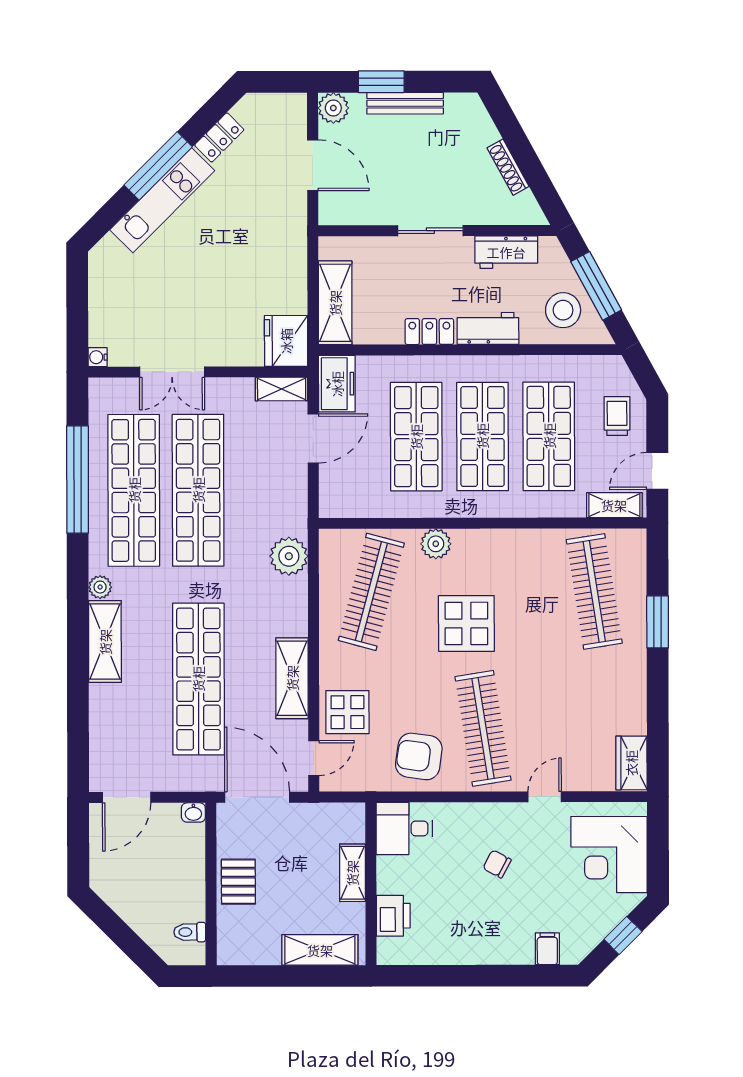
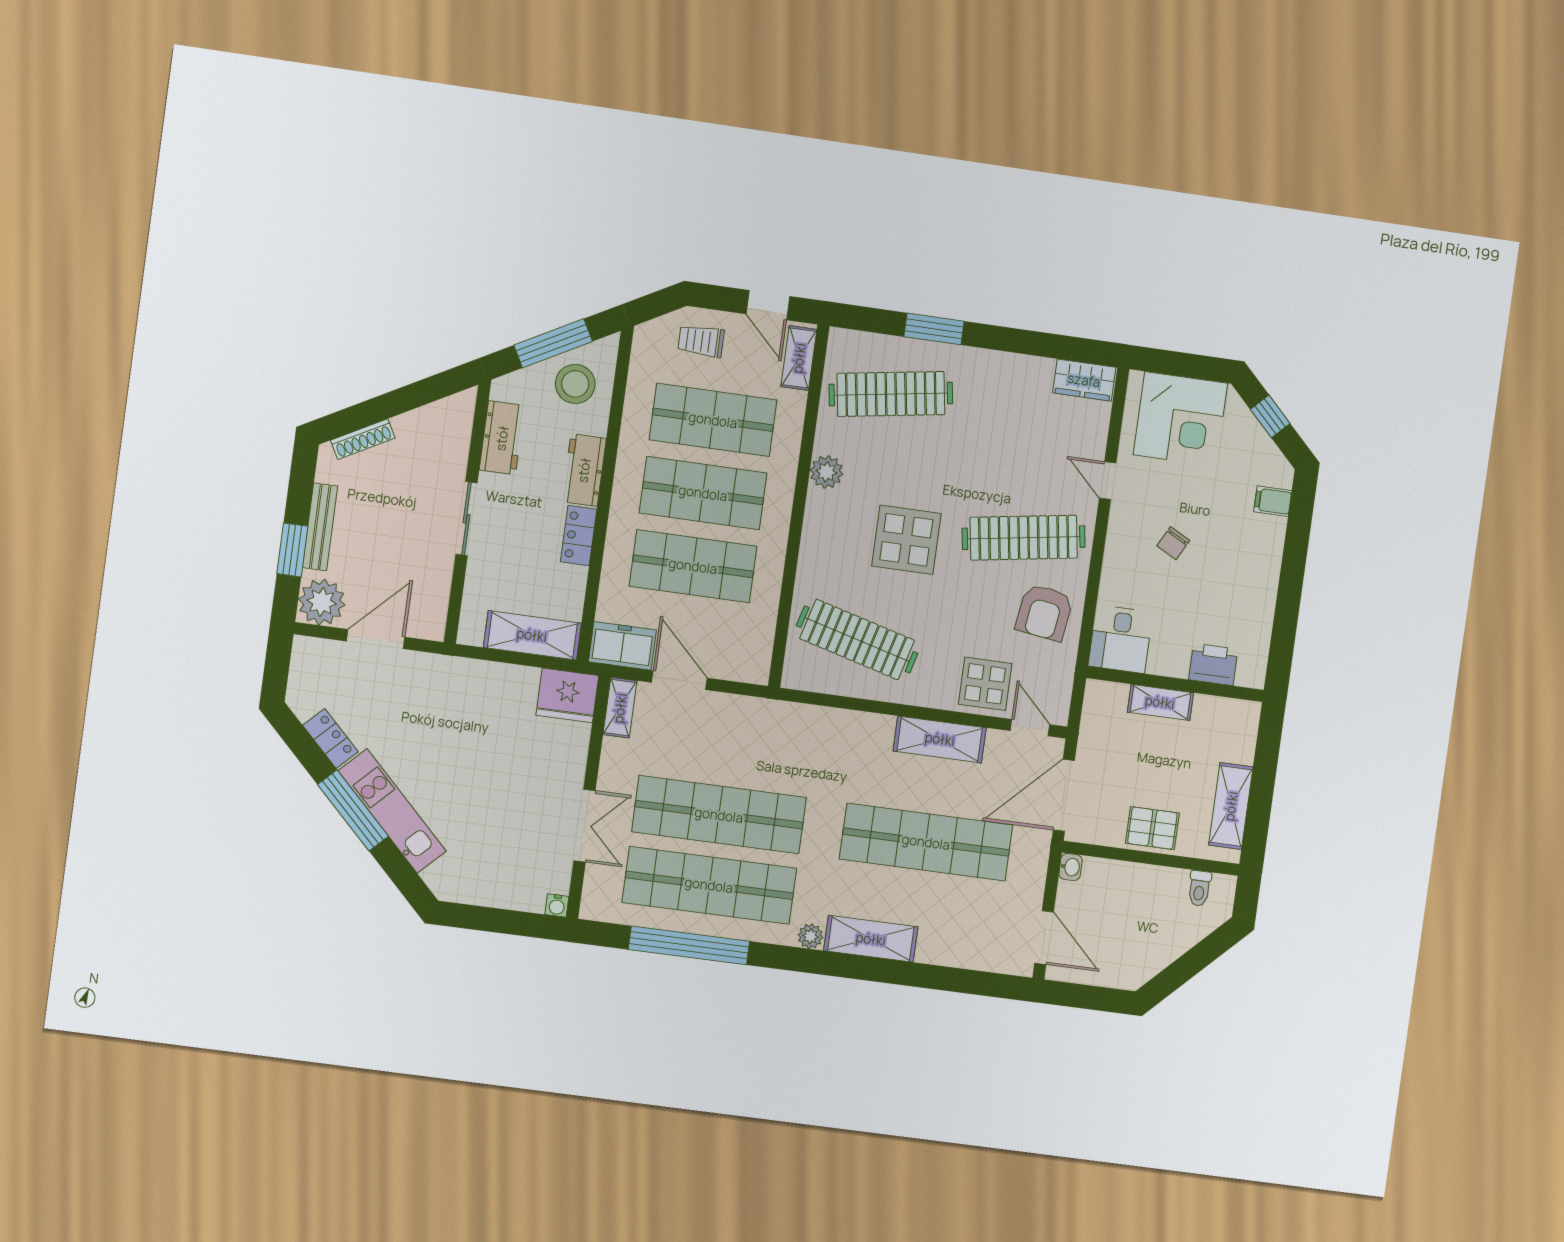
plant: (333, 108) -> (322, 602), width x1.36, depth x1.36
shoe rack: (508, 167) -> (363, 439), moved
plant: (436, 544) -> (826, 472), moved
plant: (289, 556) -> (805, 725), removed
shelving: (320, 950) -> (1231, 806), moved

